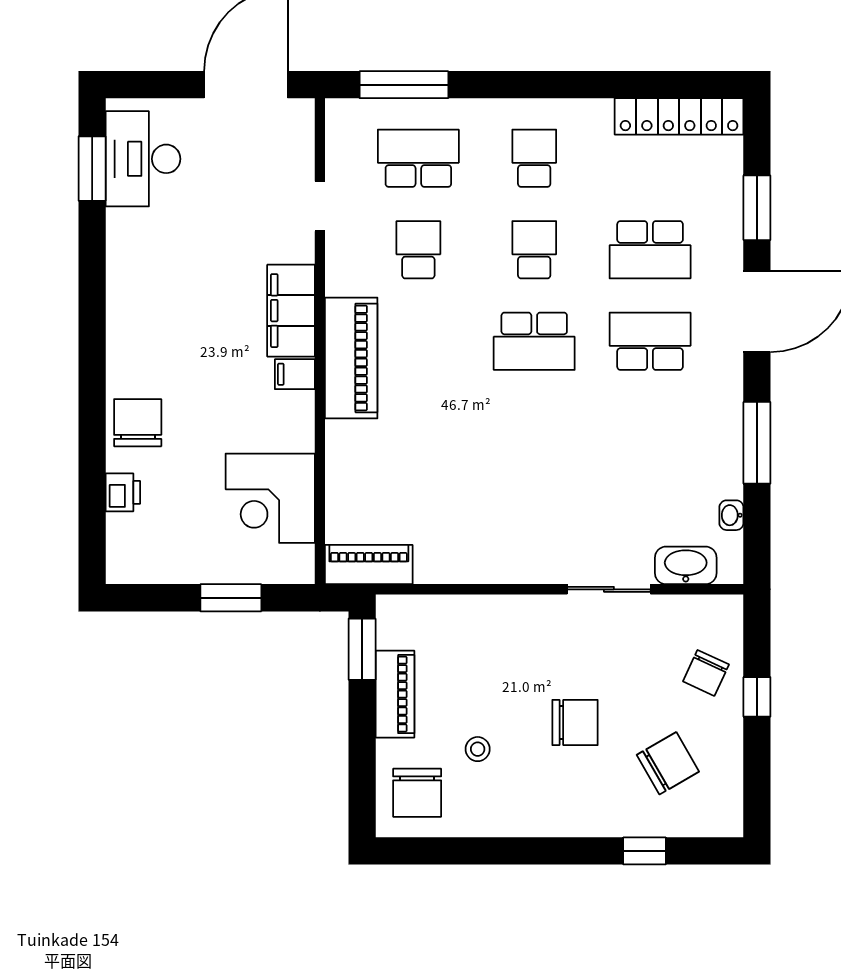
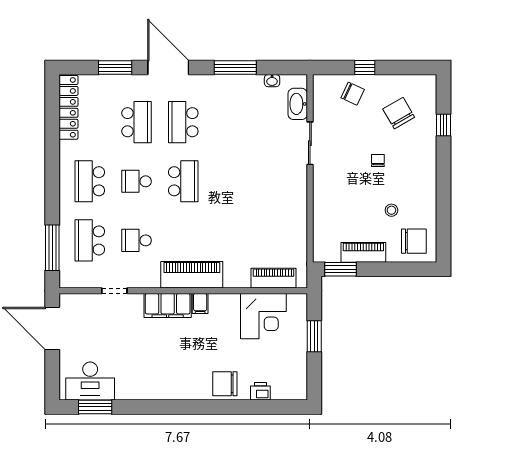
school desk: (534, 158) -> (90, 181), width x1.85
piano: (369, 565) -> (274, 278), moved, turned 90
chair: (575, 723) -> (378, 160), width x0.54, depth x0.54

